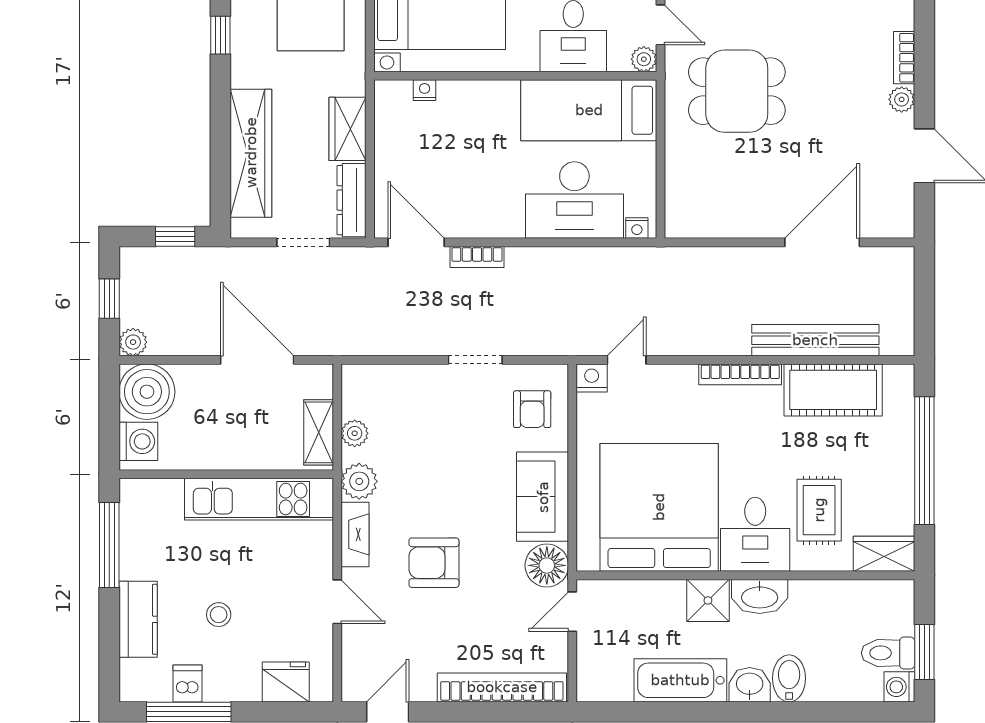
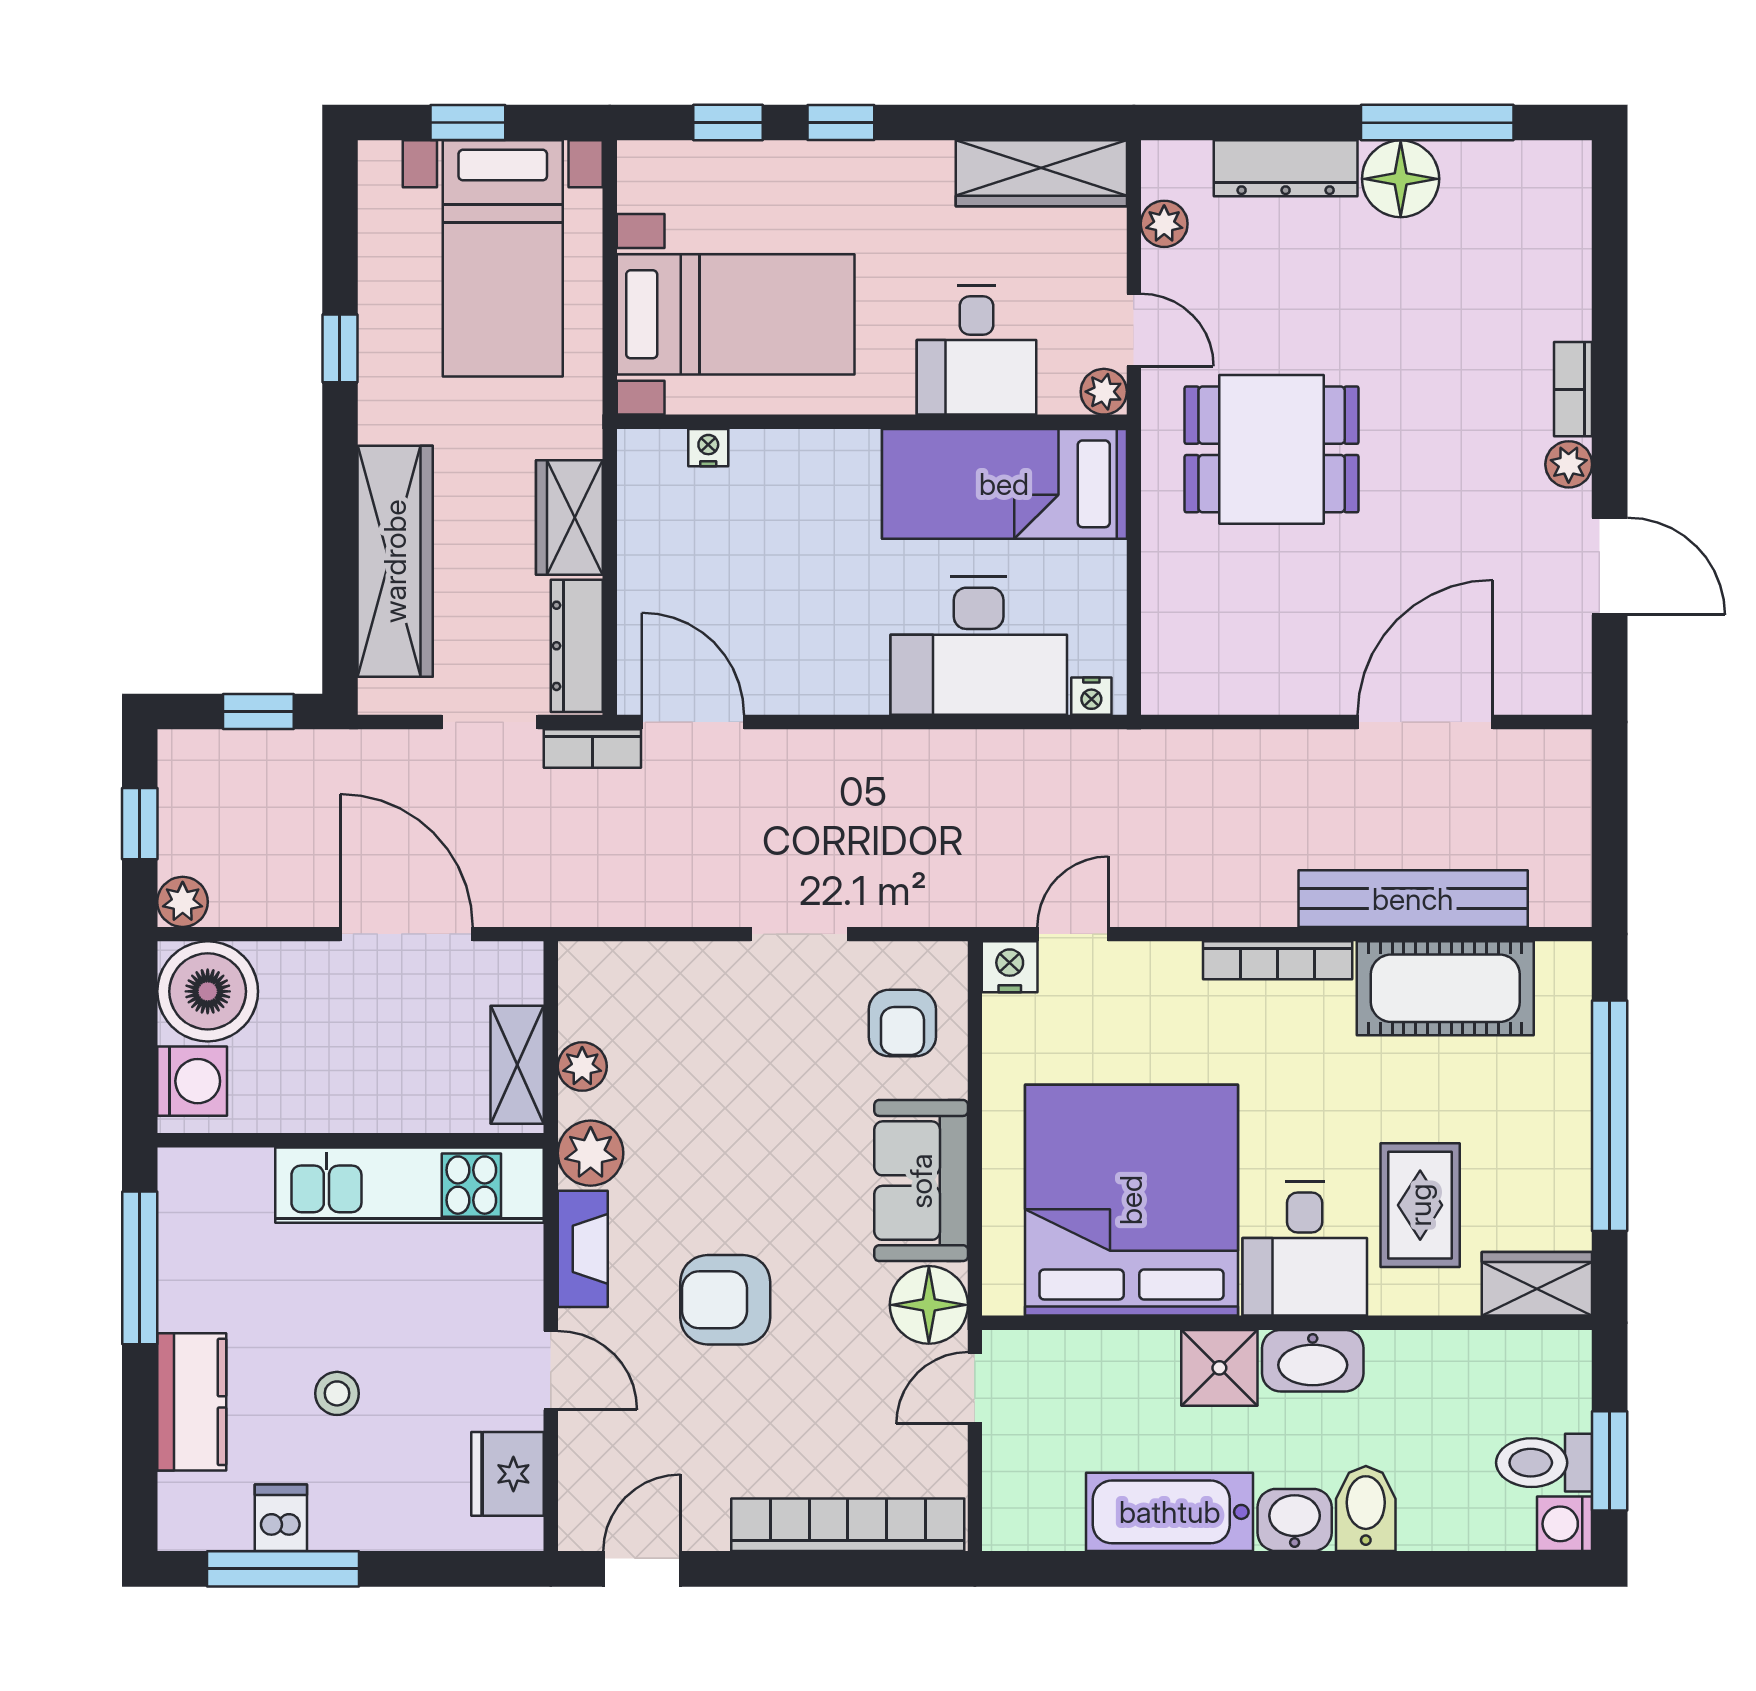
bookcase: (477, 257) -> (592, 749), moved
fridge: (286, 682) -> (508, 1474), moved, turned -90

